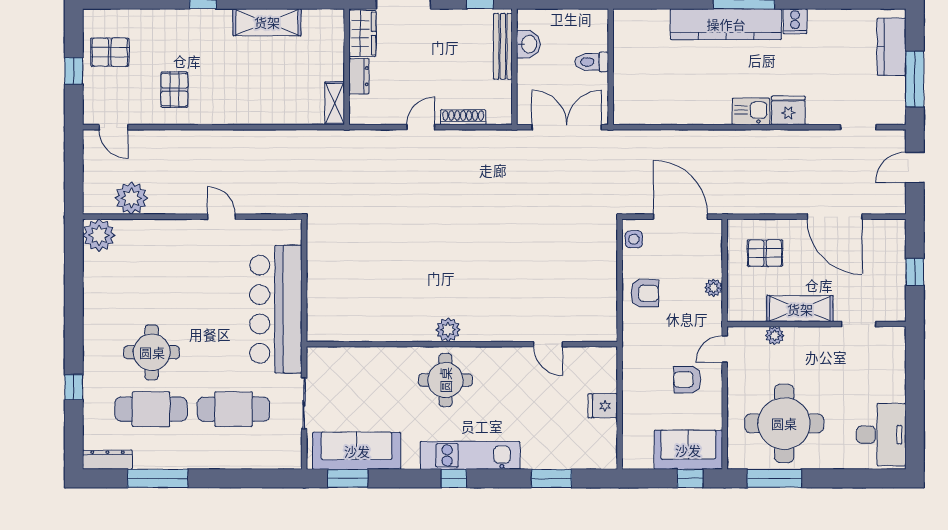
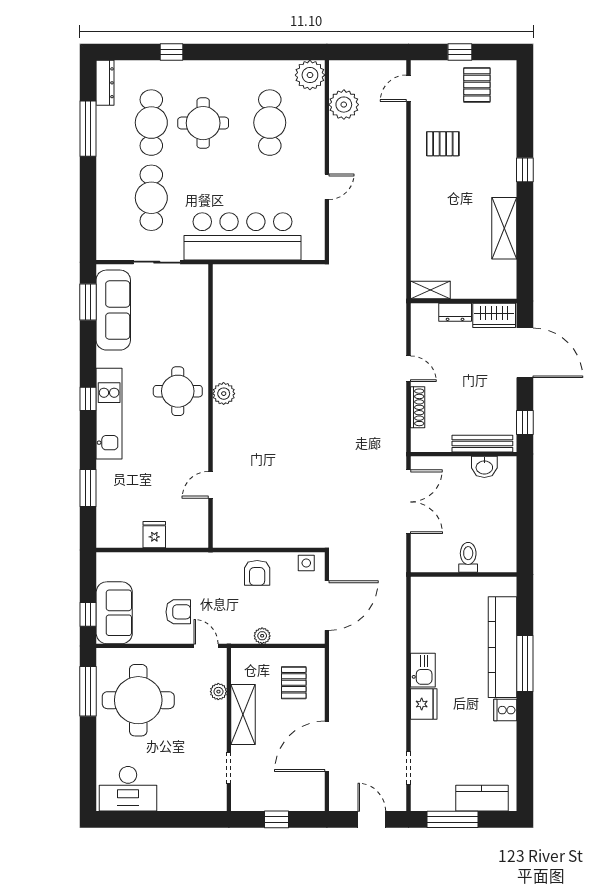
toilet: (592, 62) -> (468, 557), moved
wall: (611, 67) -> (464, 574), moved
cafe table: (151, 279) -> (270, 123), added
armchair: (687, 380) -> (178, 612), turned 90

